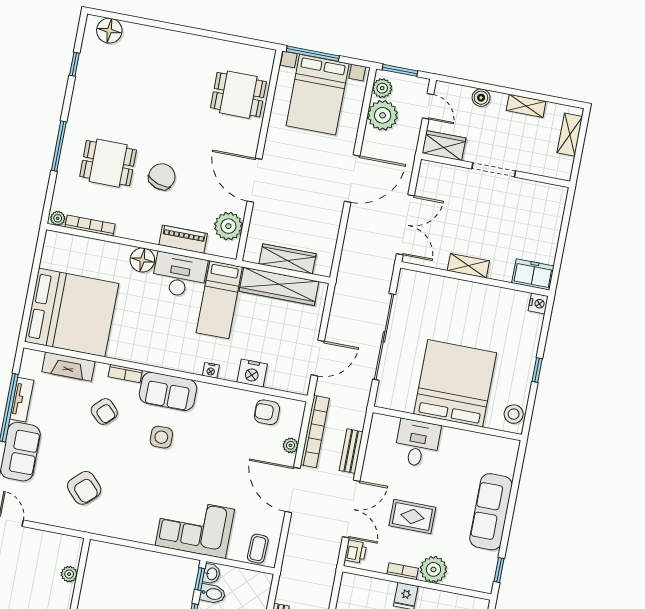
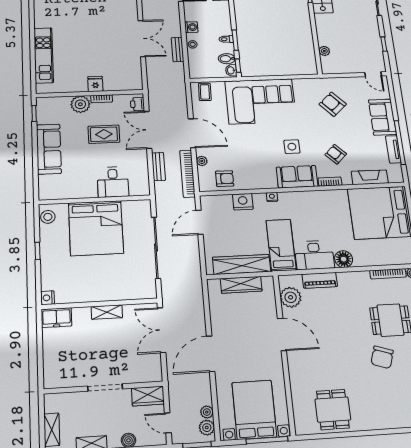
dining table: (238, 95) -> (333, 410), moved, turned 90
plant: (383, 115) -> (207, 412), width x0.53, depth x0.53
chair: (162, 177) -> (382, 357), moved
corner sofa: (195, 527) -> (261, 101), width x1.36, depth x1.36

